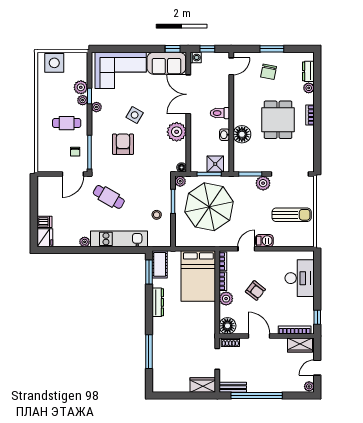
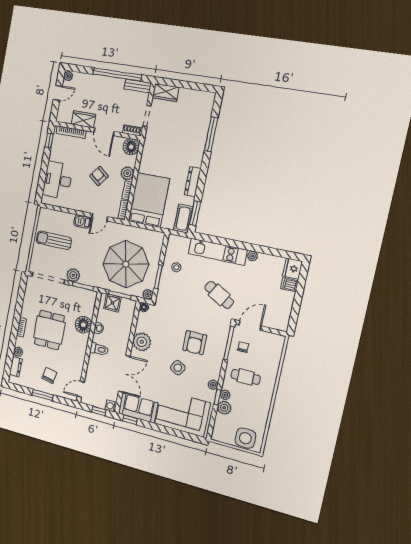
wardrobe: (300, 345) -> (83, 119), moved

